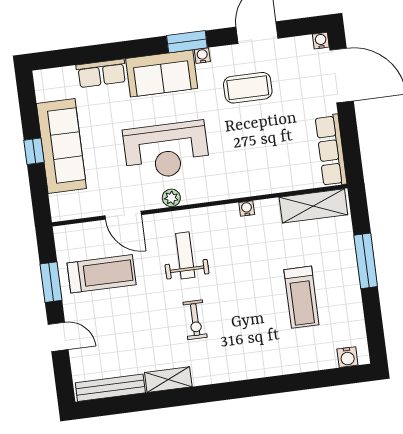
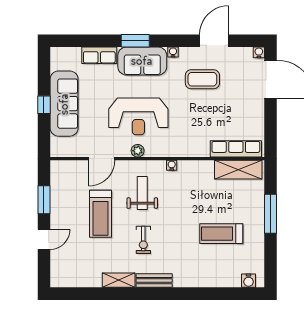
window: (187, 42) -> (135, 41), moved
row of seats: (331, 150) -> (236, 149), moved, turned 90
water cooler: (247, 208) -> (172, 165), moved
door: (123, 215) -> (102, 159), hinge flipped
treadmill: (102, 274) -> (100, 214), moved, turned 90
treadmill: (301, 297) -> (221, 234), turned 90
door: (58, 337) -> (44, 239), hinge flipped
bench: (110, 388) -> (154, 281), moved, width x0.73

